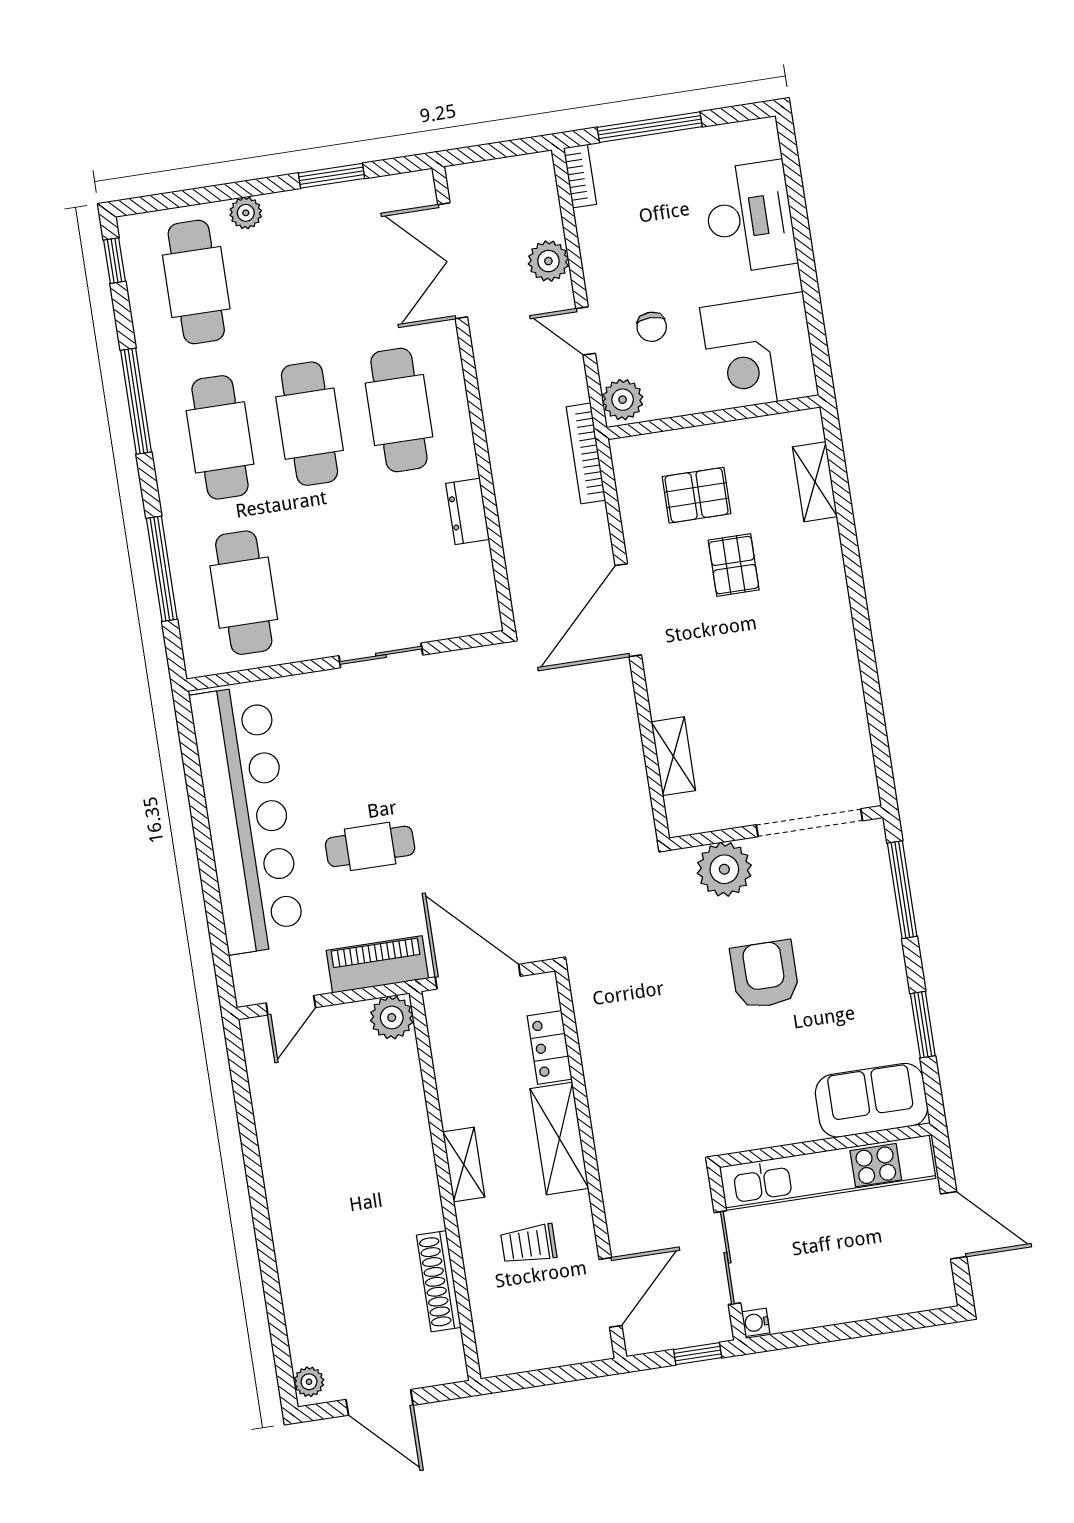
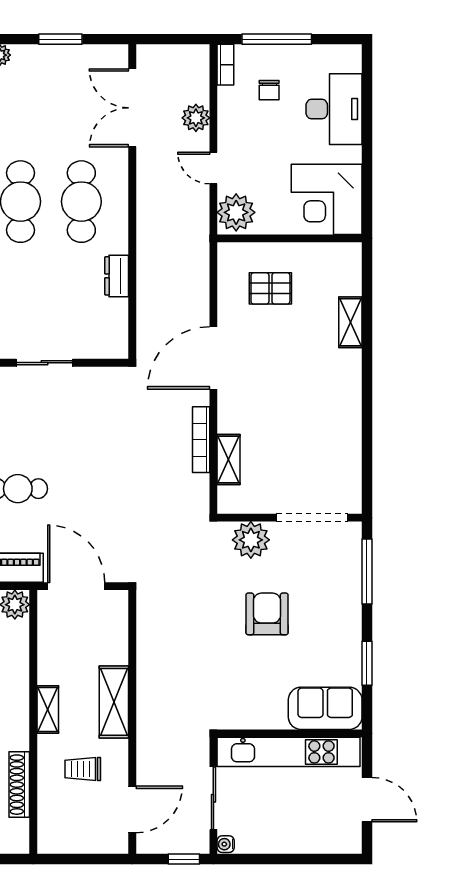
chair: (652, 327) -> (269, 90), moved
plant: (623, 400) -> (236, 212), width x1.36, depth x1.36
bookcase: (586, 453) -> (201, 440), moved
shelving: (815, 482) -> (350, 322), moved
pallet: (734, 565) -> (288, 339), removed
locker: (550, 1047) -> (117, 640), removed

